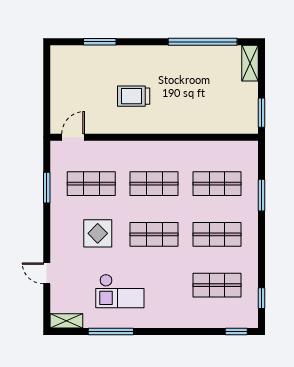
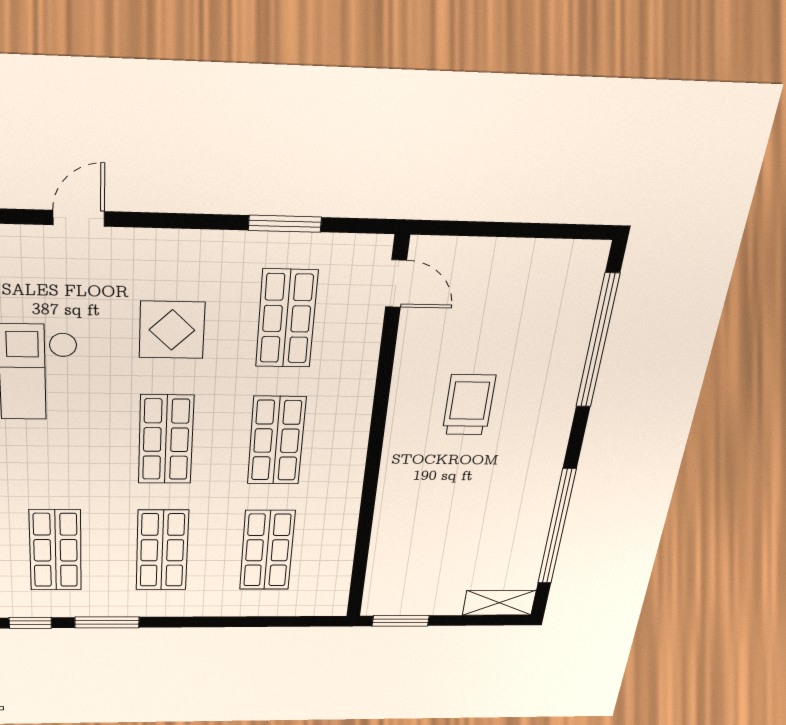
window: (100, 42) -> (598, 341), width x2.11
window: (261, 195) -> (107, 622), moved

